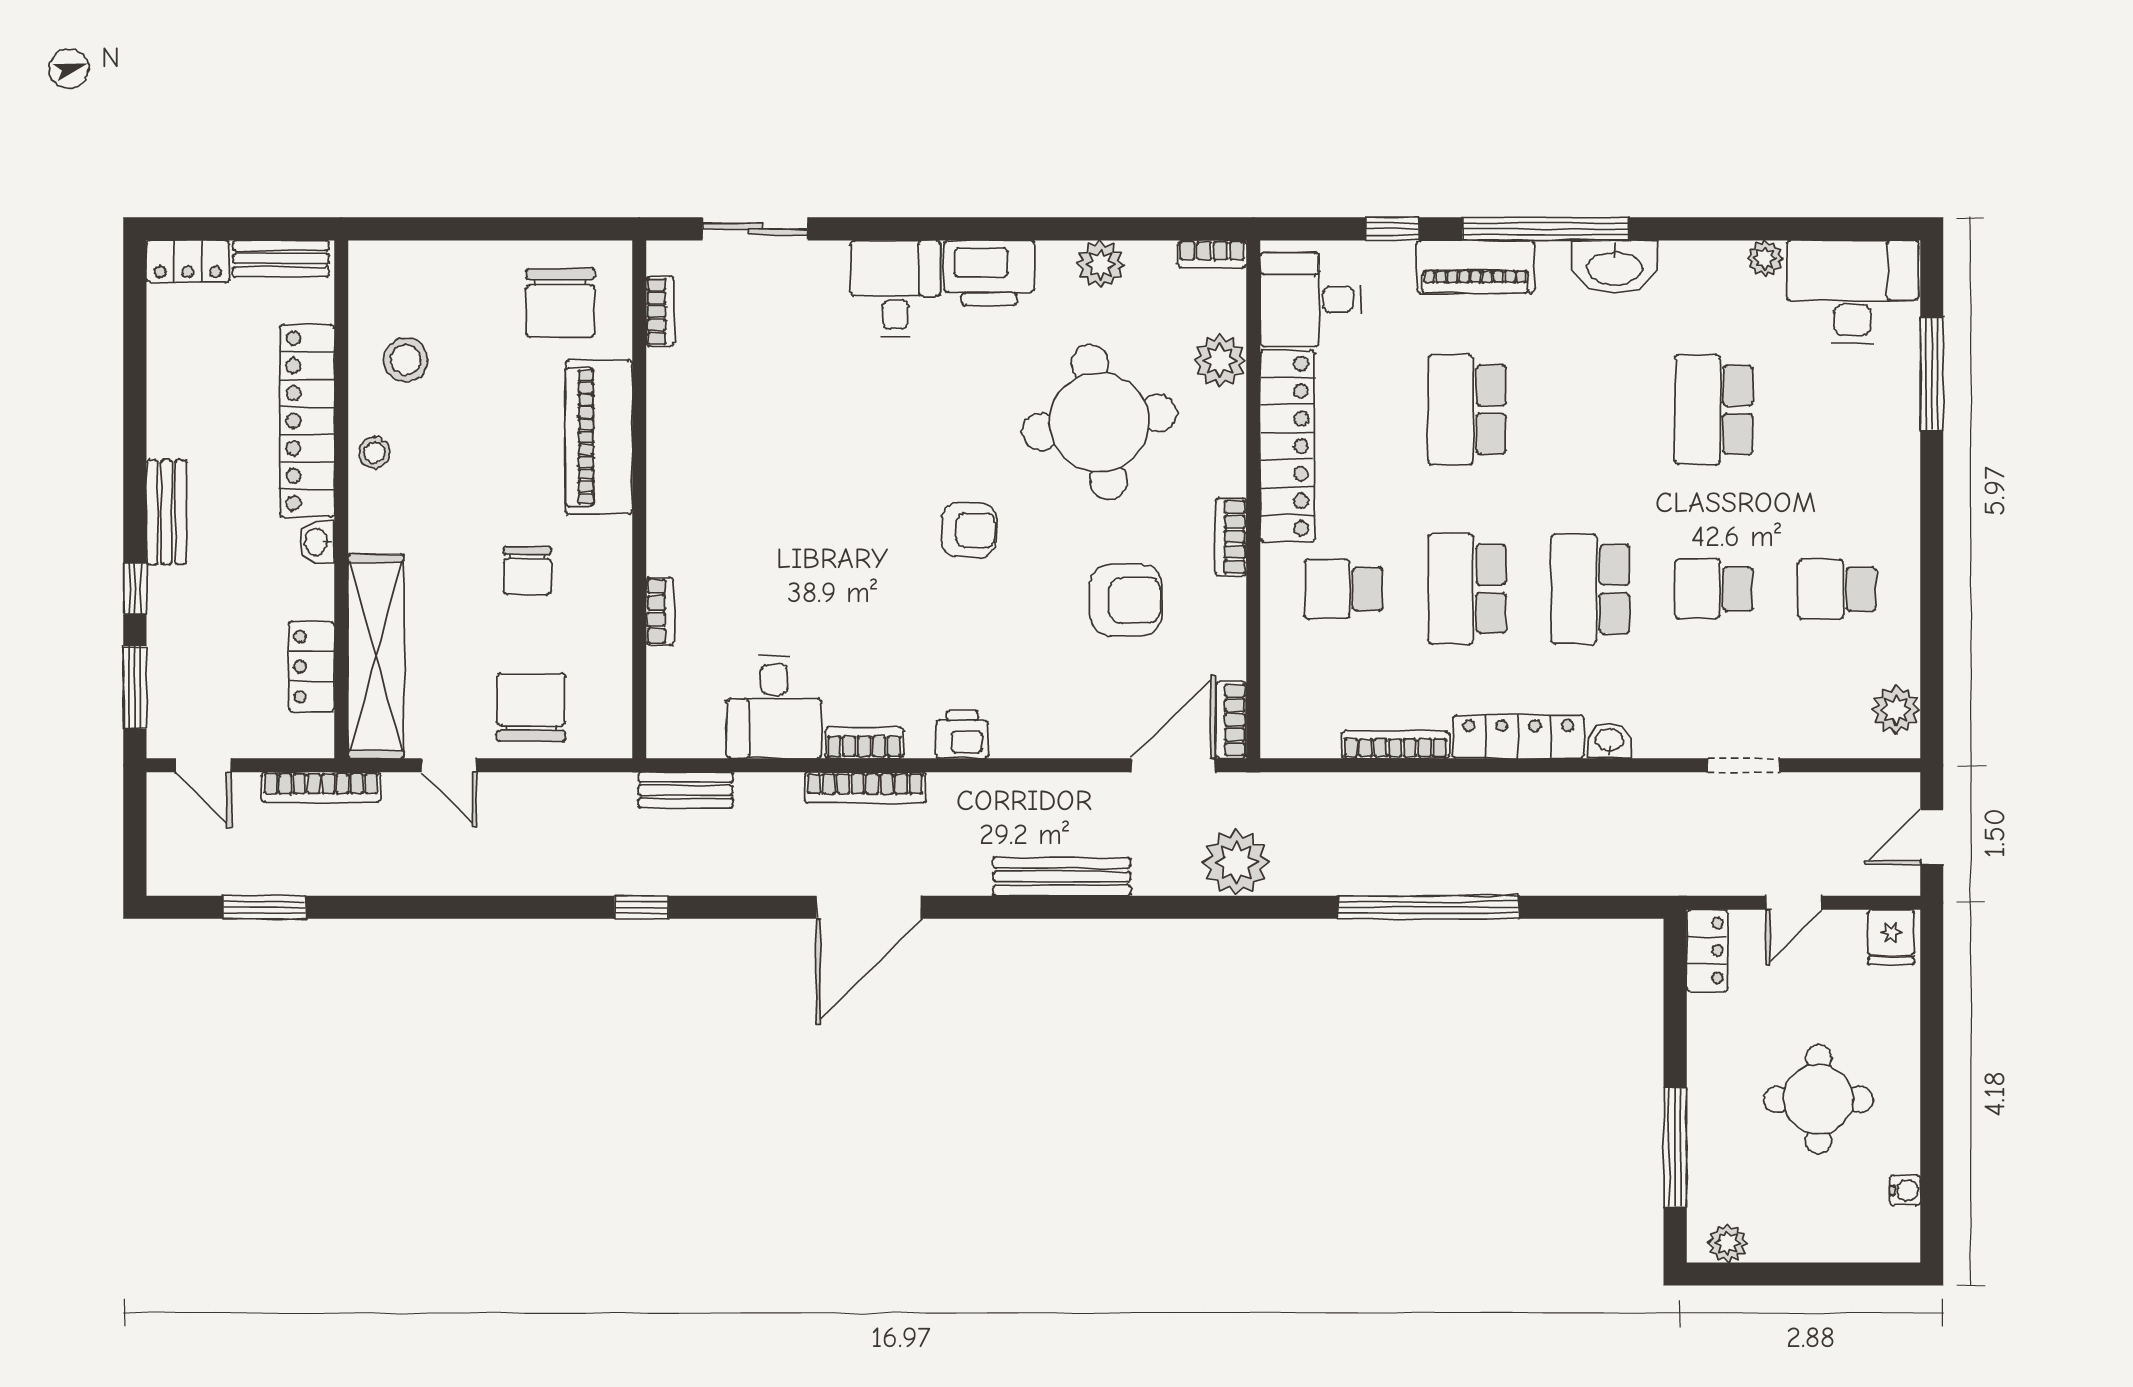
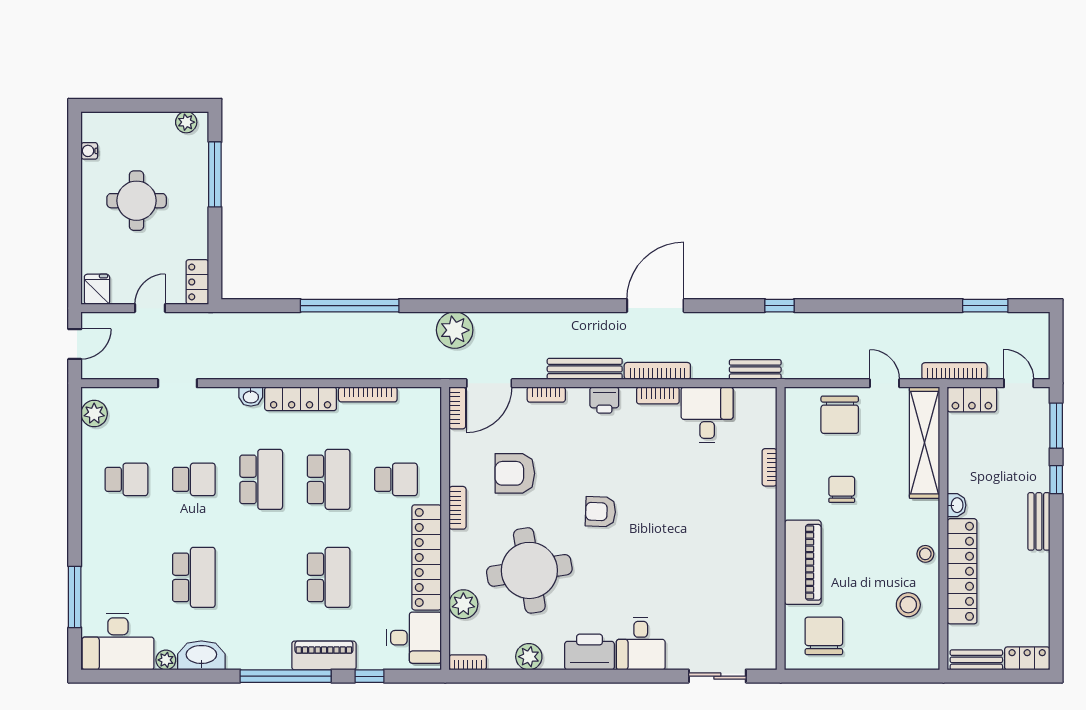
washbasin: (1615, 267) -> (201, 655), moved
bookcase: (660, 311) -> (546, 395), moved, turned -90
locker: (311, 667) -> (972, 399), moved, turned 90
bench: (1062, 877) -> (585, 369), moved

